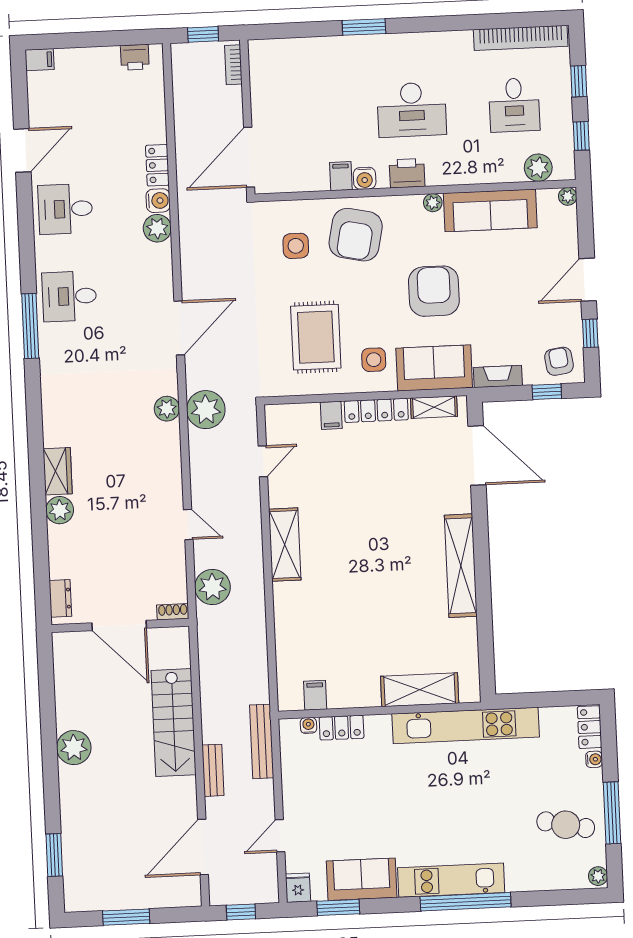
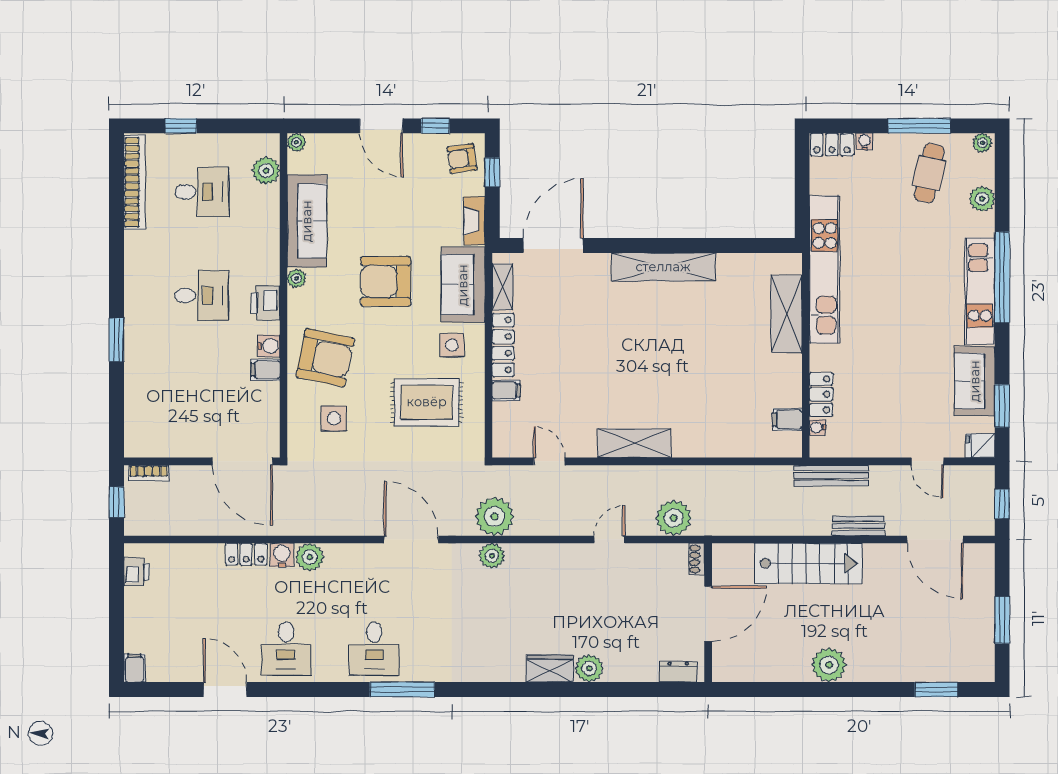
desk: (412, 110) -> (202, 295), width x0.73
window: (581, 136) -> (236, 126), removed
plant: (543, 878) -> (982, 199), added

